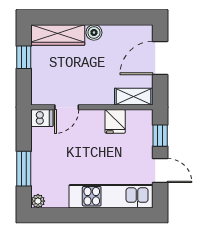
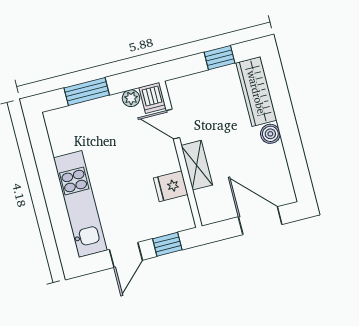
shelving: (134, 97) -> (197, 165), moved
plant: (38, 201) -> (131, 98), moved

